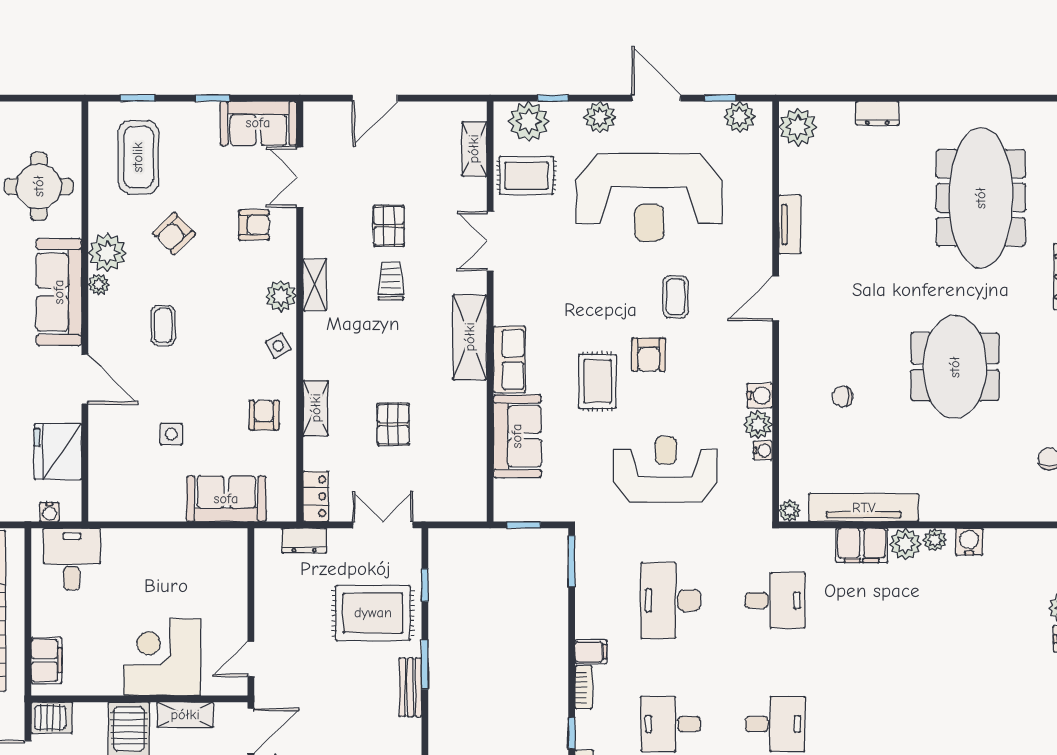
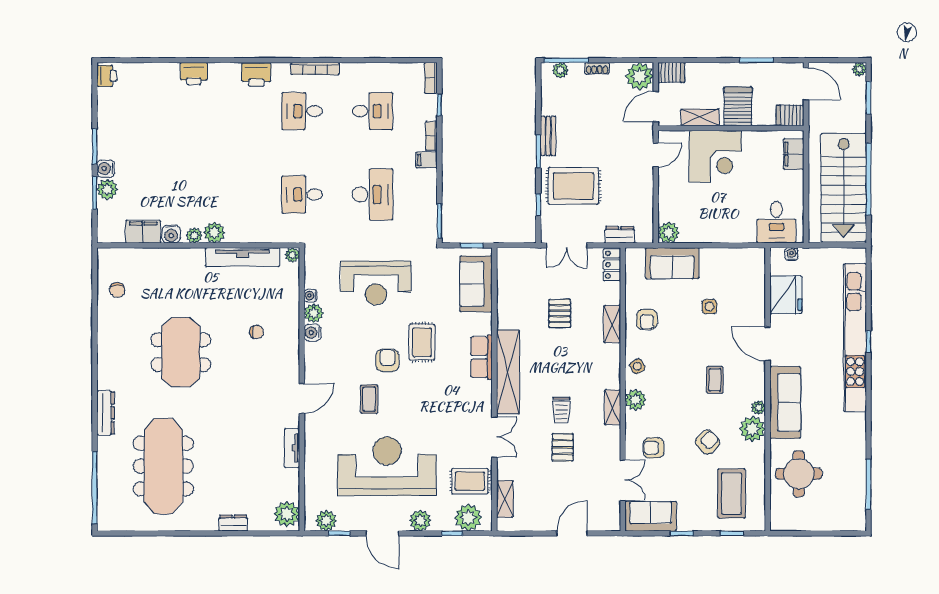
shelving: (470, 337) -> (508, 372), width x1.47
sofa: (517, 436) -> (476, 284), moved
plant: (232, 544) -> (669, 233), added
filing cabinet: (862, 545) -> (143, 232), moved

